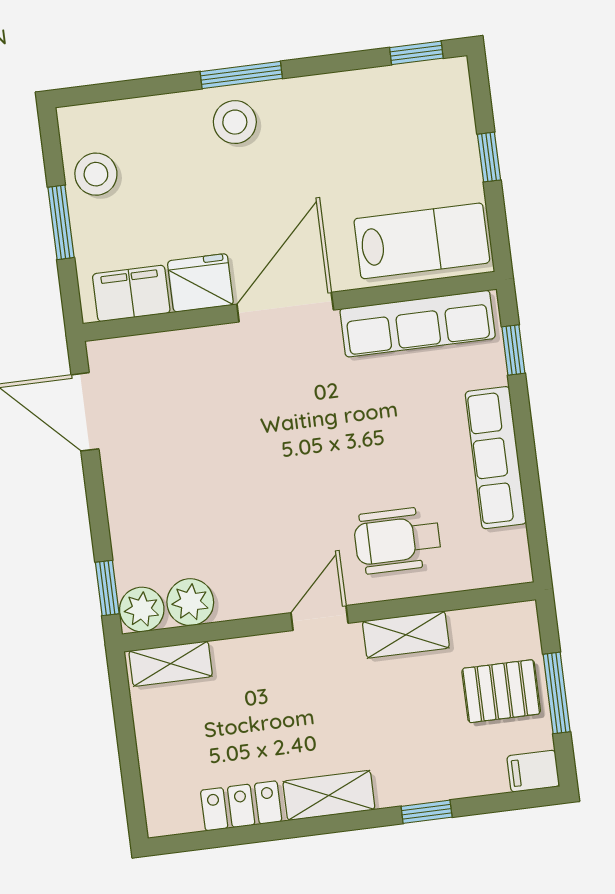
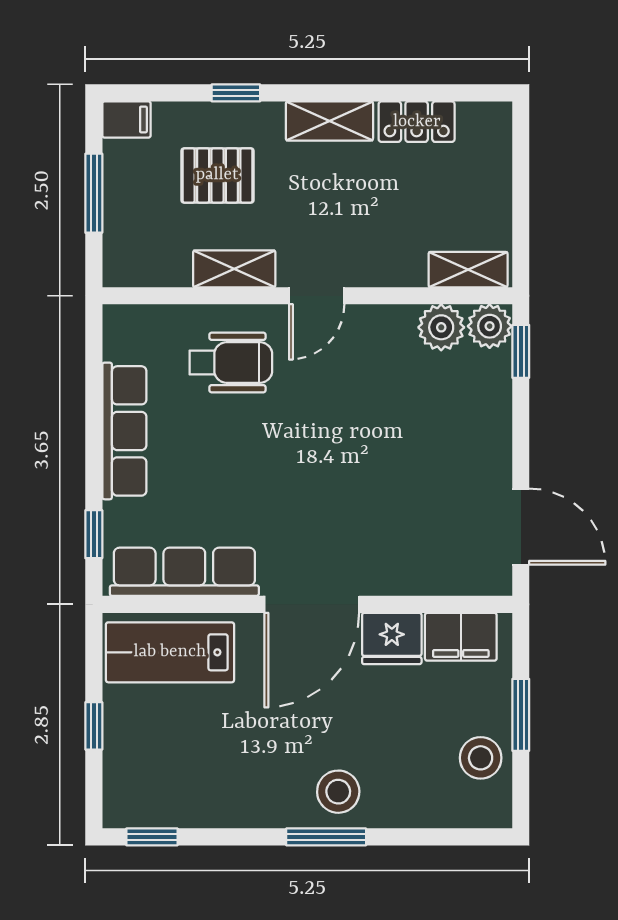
pallet: (501, 691) -> (217, 175), moved

